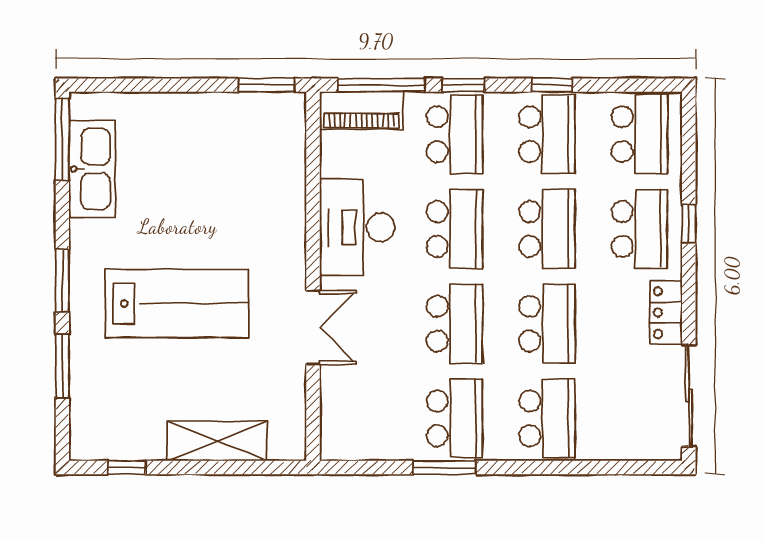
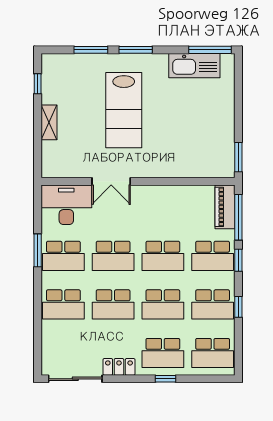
desk: (357, 227) -> (66, 205), moved
shelving: (217, 441) -> (49, 122), width x0.67, depth x0.75

